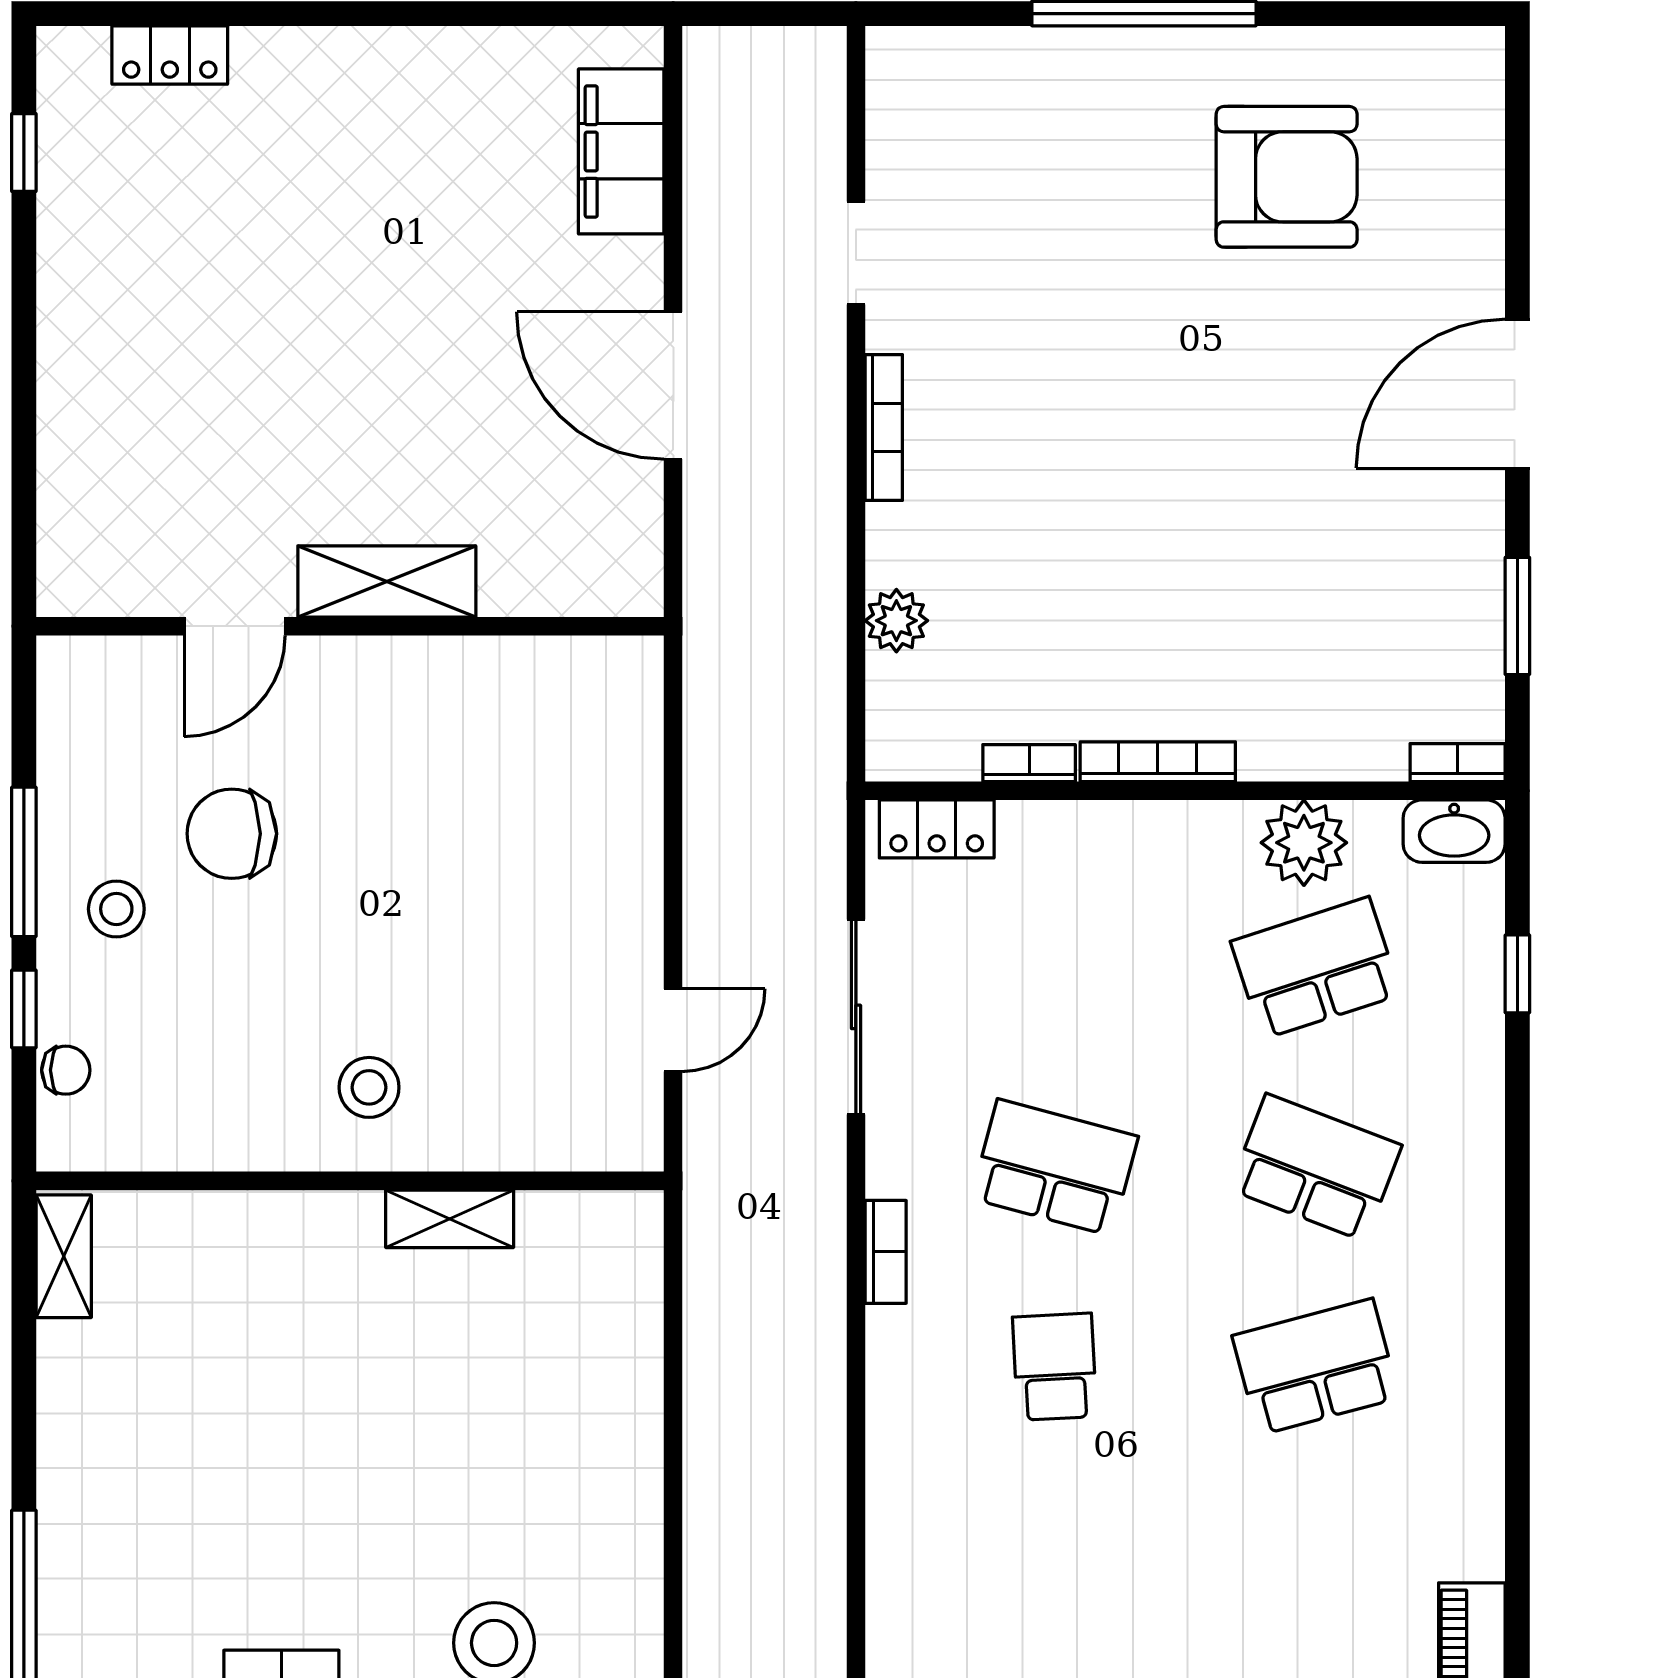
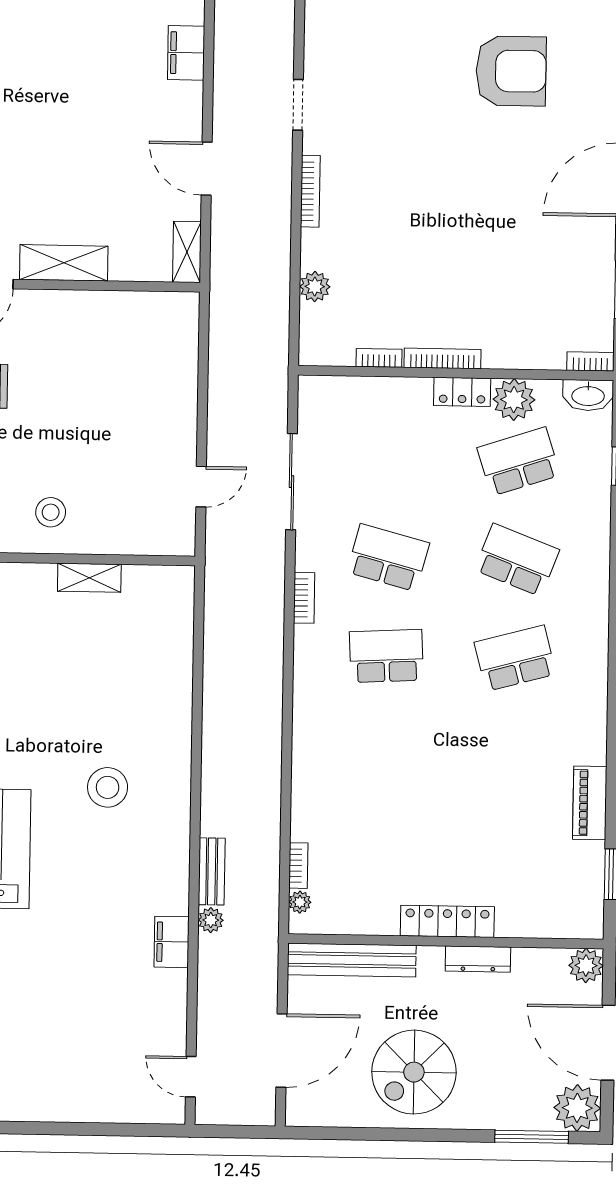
filing cabinet: (621, 151) -> (186, 53), width x0.67, depth x0.86
door: (673, 386) -> (207, 169), width x0.73
shelving: (636, 555) -> (187, 252), added
locker: (937, 829) -> (462, 392), moved
school desk: (1055, 1367) -> (386, 656), width x1.85

